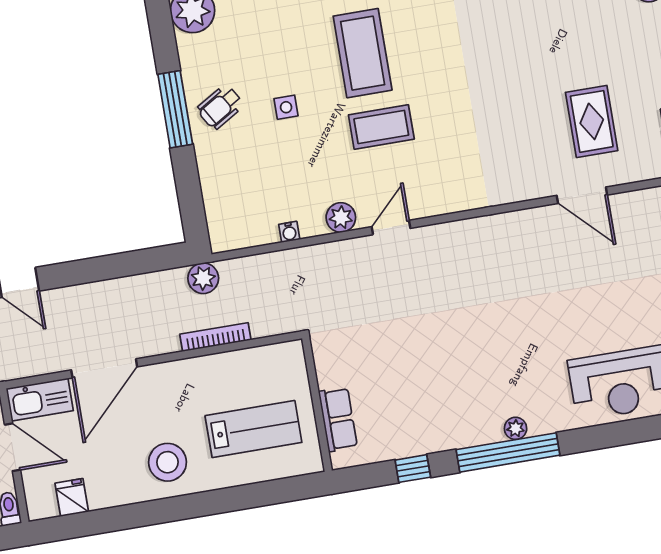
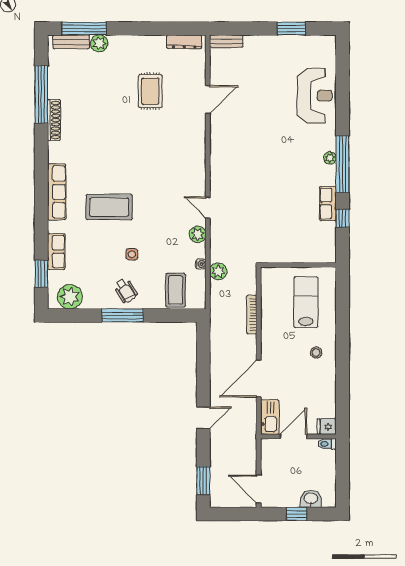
rug: (592, 121) -> (150, 91), moved, turned 90
coffee table: (381, 127) -> (176, 290), moved
plant: (203, 278) -> (218, 271), moved
door: (104, 368) -> (259, 379), swing flipped
row of seats: (338, 419) -> (328, 204), moved, turned -90
stool: (167, 462) -> (316, 353), width x0.53, depth x0.53
fridge: (72, 498) -> (327, 427), moved

